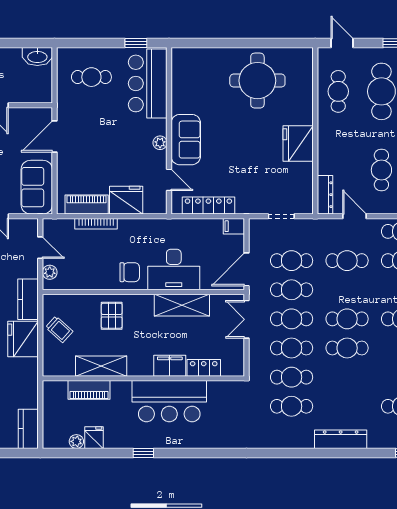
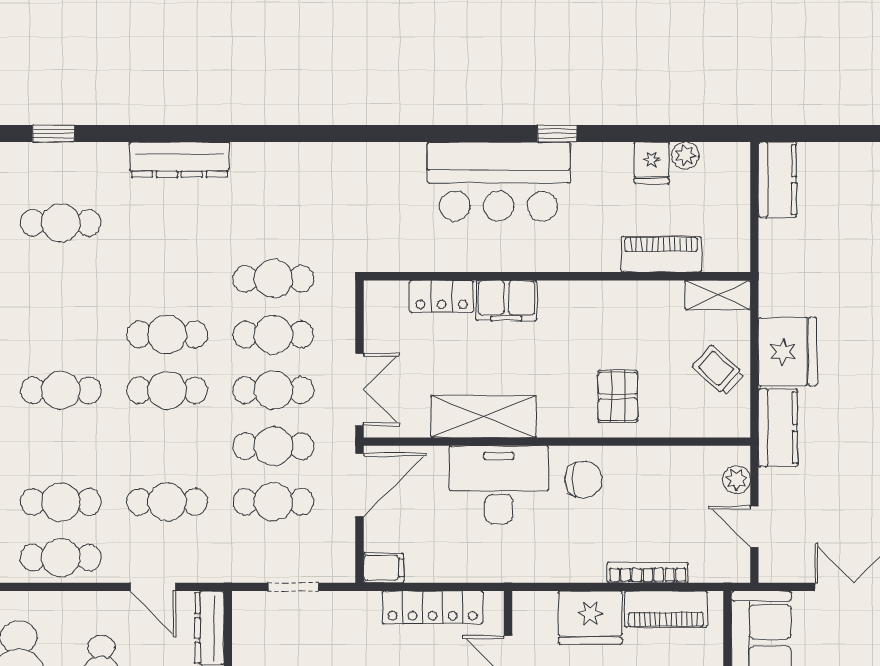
chair: (130, 272) -> (583, 480), turned 180
shelving: (101, 366) -> (718, 295), moved, width x0.67, depth x0.75
bar counter: (169, 401) -> (499, 182), moved, turned 180
cafe table: (292, 406) -> (273, 223), removed

